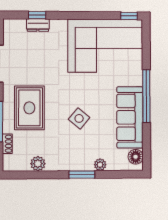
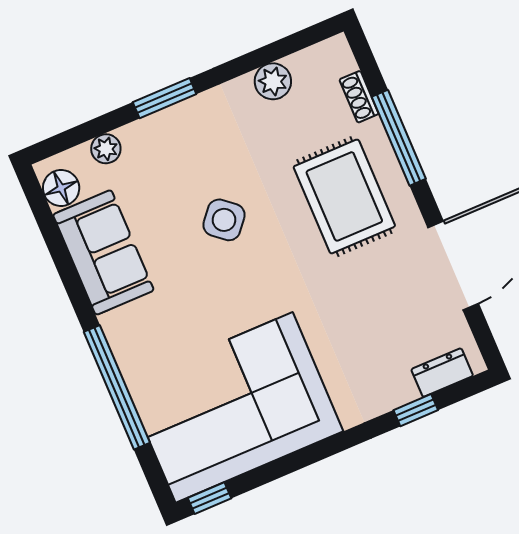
dresser: (38, 25) -> (442, 373), moved
window: (146, 96) -> (117, 387), moved
sofa: (130, 117) -> (103, 252), width x0.73
plant: (100, 165) -> (106, 149), moved

